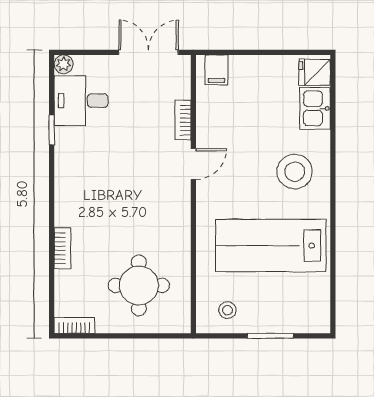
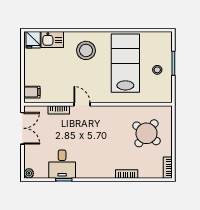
double door: (149, 52) -> (22, 128), swing flipped
desk: (81, 101) -> (62, 164), moved
lab bench: (271, 246) -> (125, 63), turned 180
round table: (139, 285) -> (146, 133), turned 38
stool: (228, 310) -> (157, 70), moved

